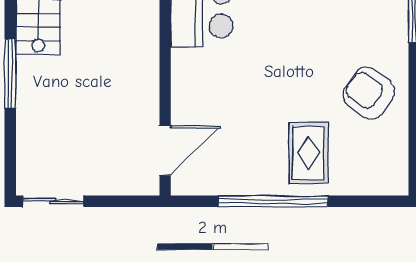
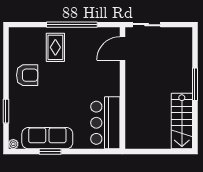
armchair: (369, 93) -> (27, 75), turned -36
sliding door: (53, 201) -> (147, 25), moved

